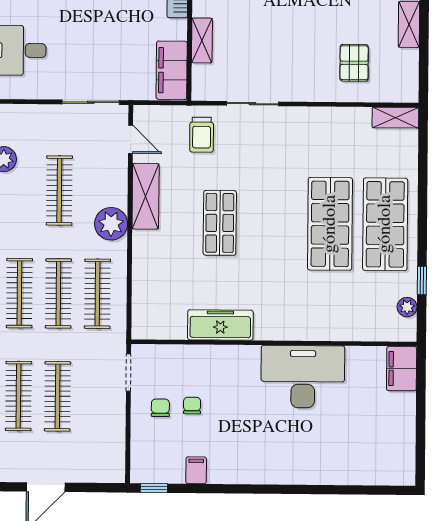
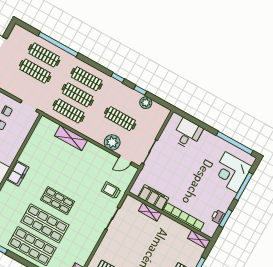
filing cabinet: (172, 70) -> (153, 197), moved
shelving: (146, 196) -> (71, 138), moved
shop shelf: (220, 223) -> (58, 201), moved
plant: (111, 224) -> (112, 142), moved
freezer: (220, 325) -> (18, 173), moved, width x0.71

